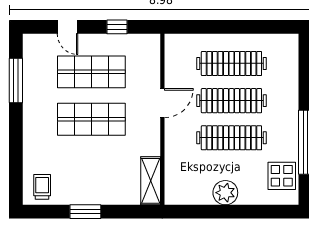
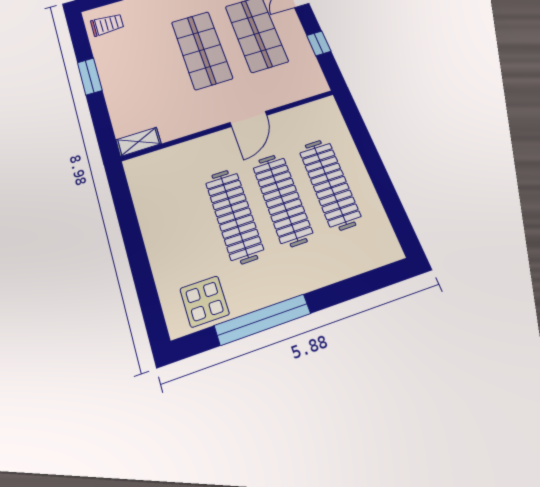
door: (162, 103) -> (248, 119), hinge flipped
shelving: (151, 181) -> (138, 142), width x0.67, depth x0.75
plant: (225, 193) -> (159, 232), removed

